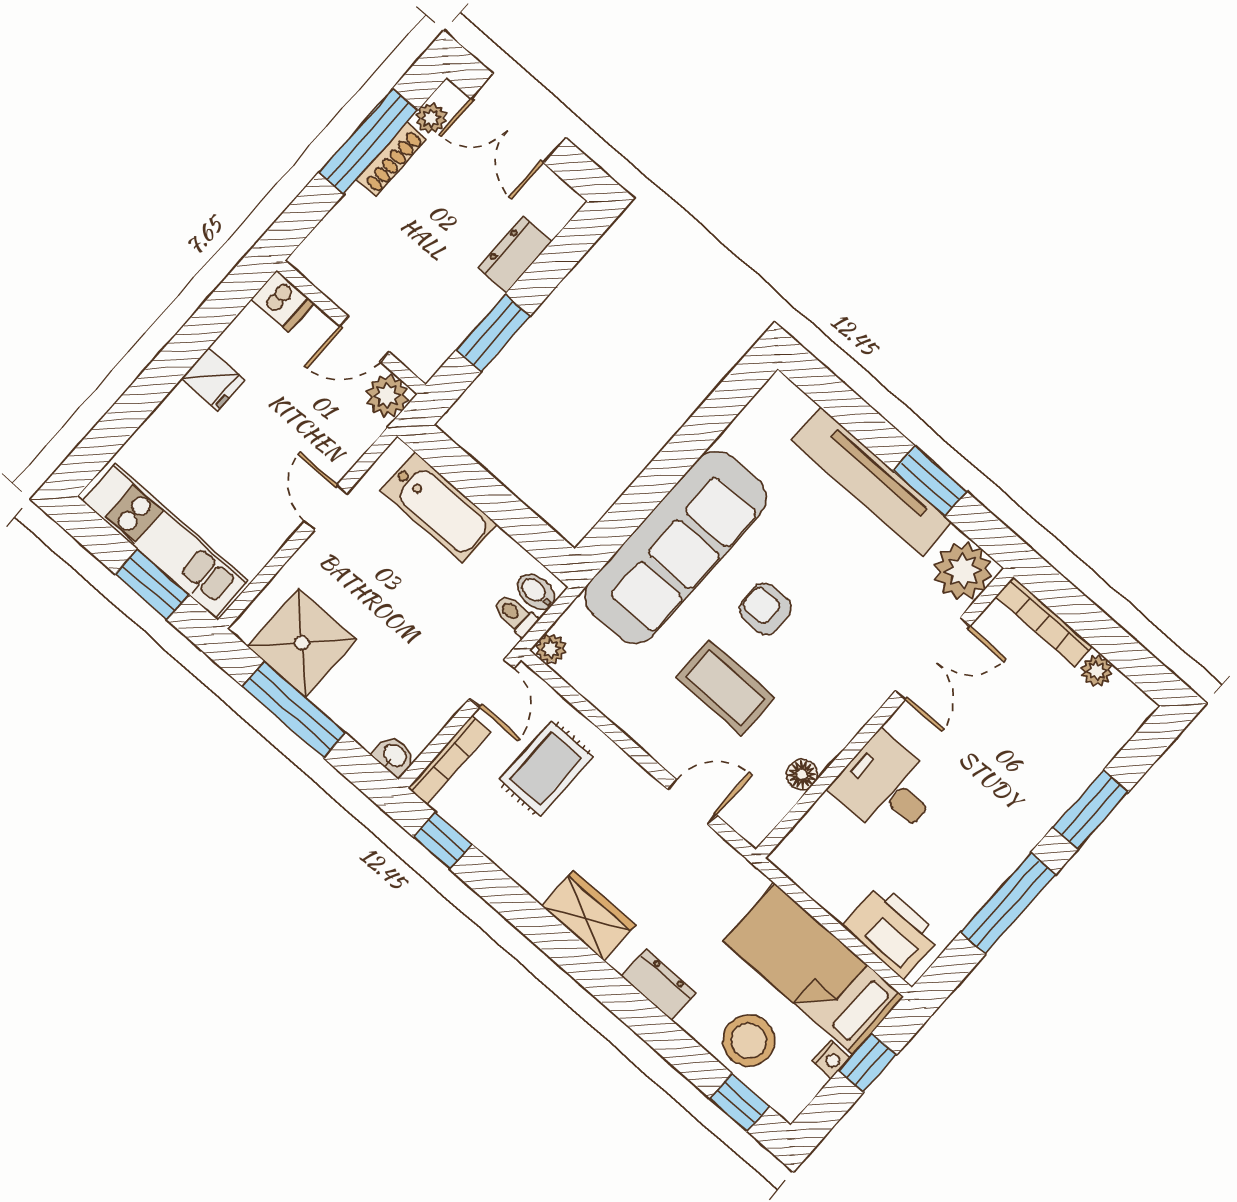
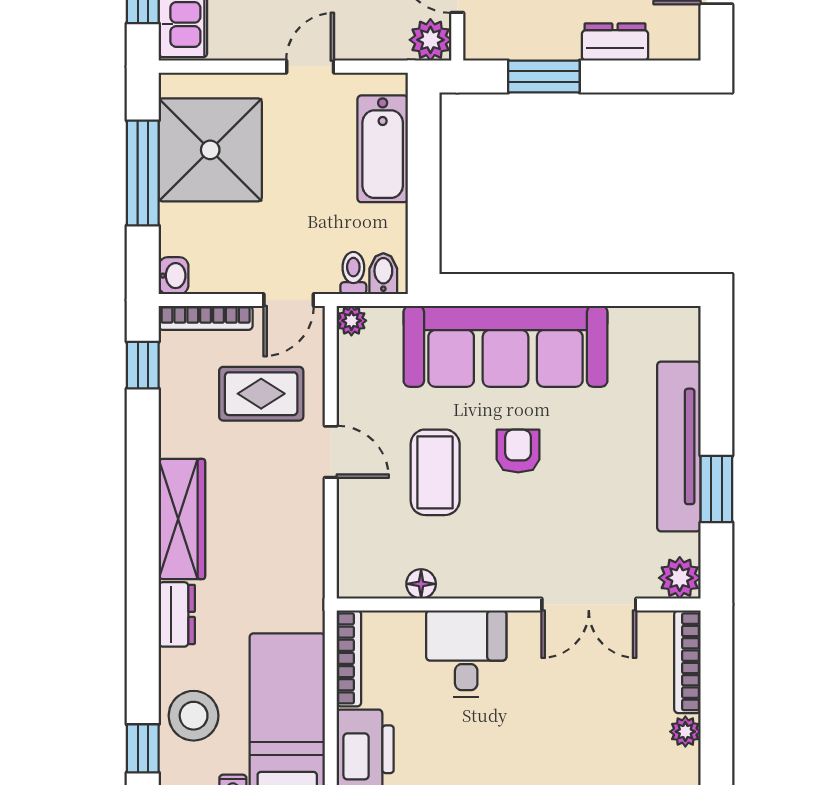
plant: (963, 571) -> (680, 578), width x0.73, depth x0.73
shower: (302, 643) -> (210, 150), width x1.37, depth x1.37
door: (692, 802) -> (331, 452), moved
bookcase: (810, 881) -> (349, 658), added
wardrobe: (588, 915) -> (182, 519), width x1.50

